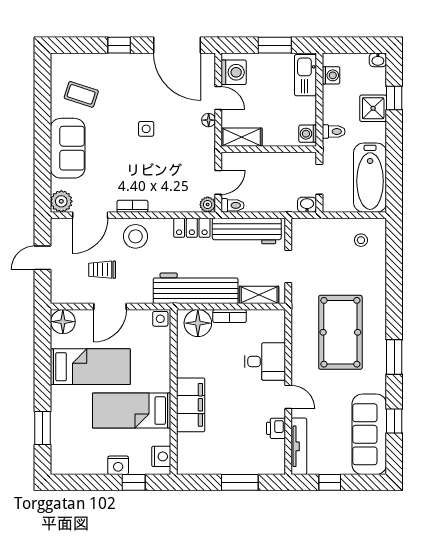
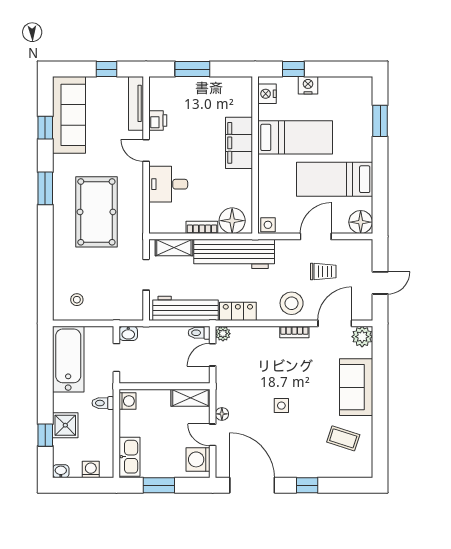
washing machine: (331, 75) -> (91, 470), moved, turned 90

